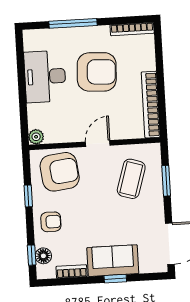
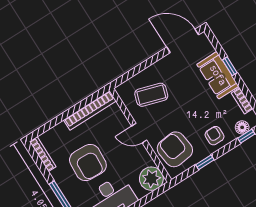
armchair: (97, 72) -> (88, 163), turned 180
plant: (36, 137) -> (151, 179), width x1.87, depth x1.87
window: (166, 181) -> (139, 69), removed

